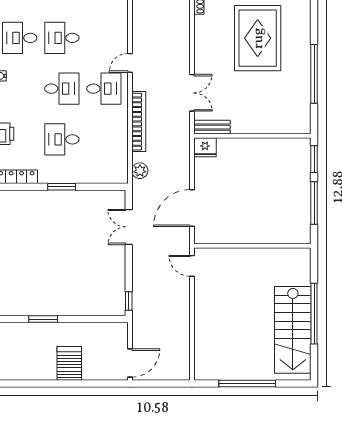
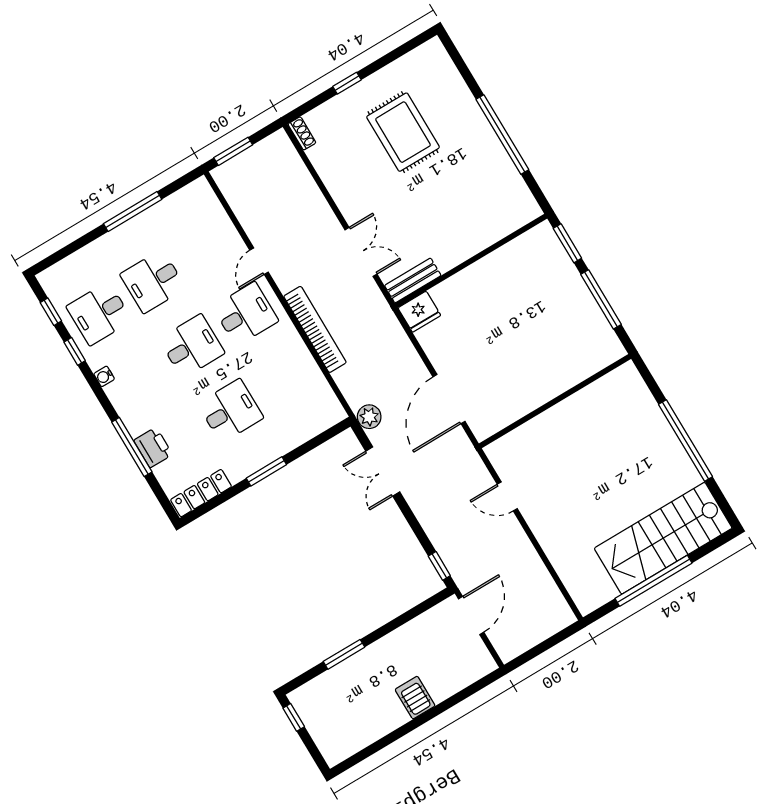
rug: (258, 38) -> (403, 132), width x0.73, depth x0.69
desk: (62, 139) -> (230, 411), turned 180
plant: (140, 171) -> (369, 417), moved
door: (192, 266) -> (507, 496), moved
stairs: (293, 330) -> (663, 538), moved, turned 90
server rack: (69, 363) -> (415, 698), width x0.73, depth x0.70
door: (130, 363) -> (471, 615), moved

